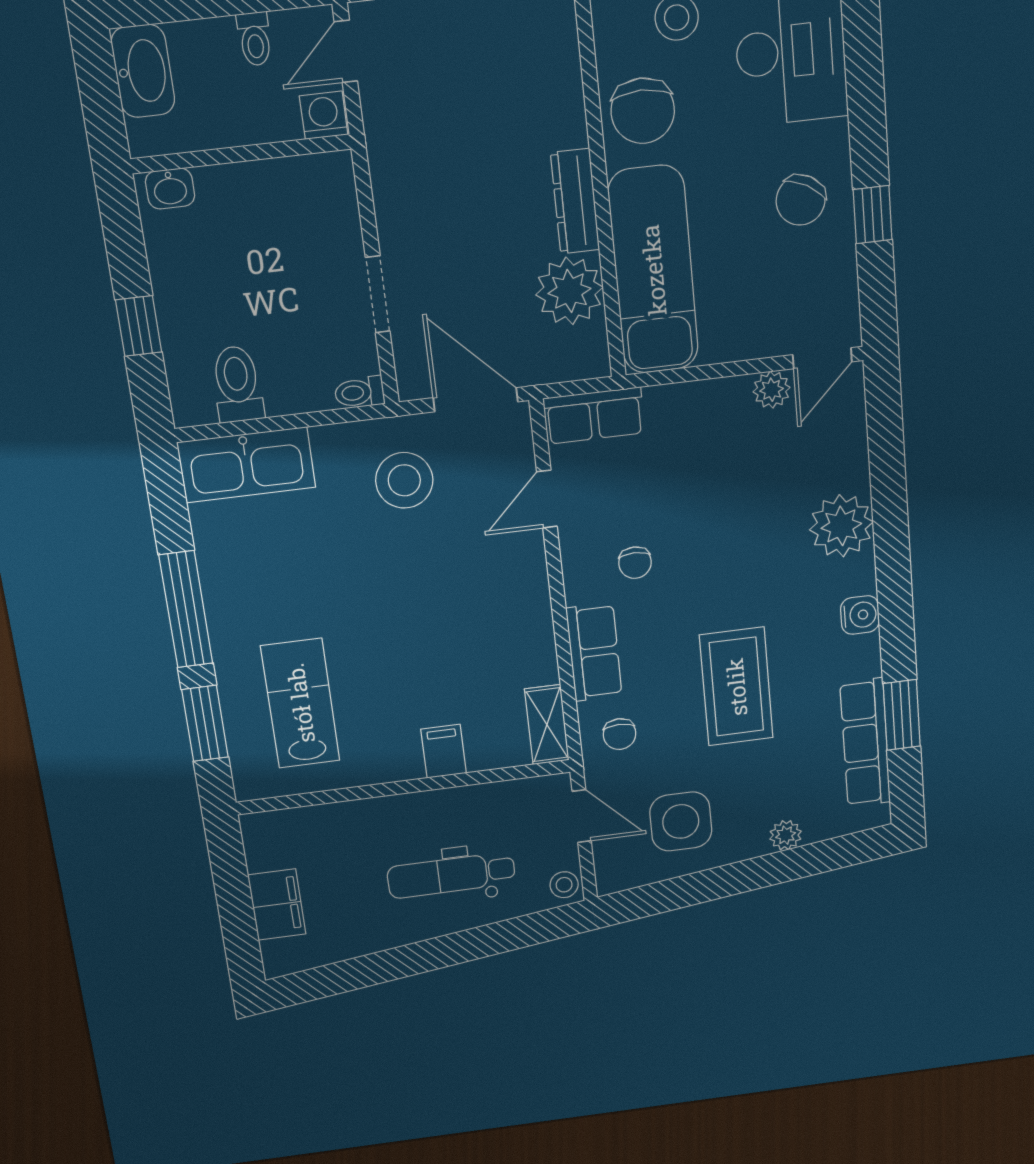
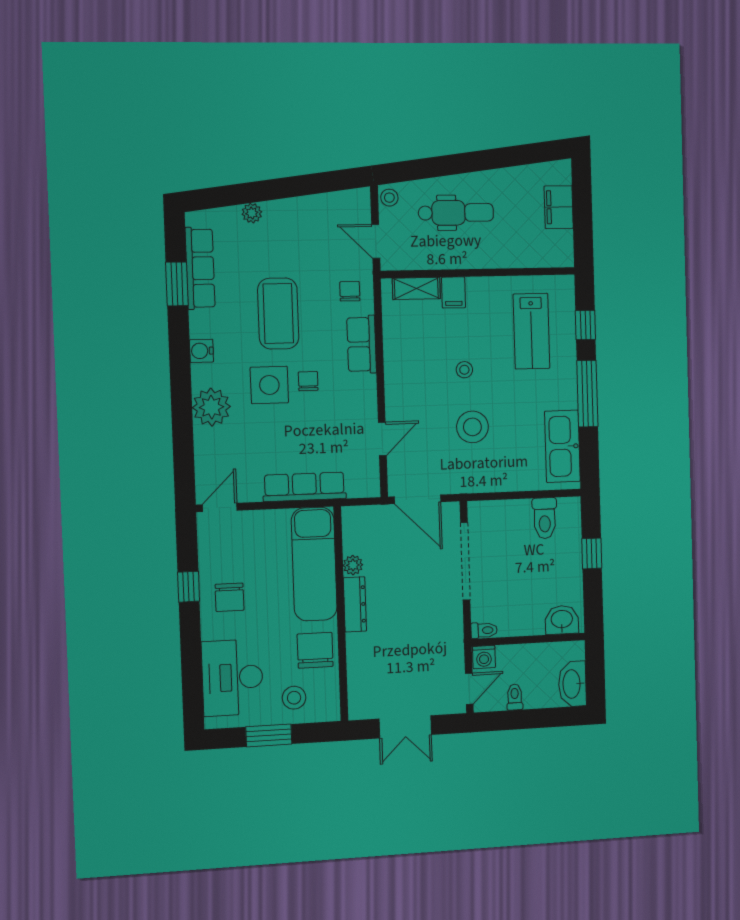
washbasin: (170, 189) -> (562, 620), width x1.38, depth x1.45
chair: (801, 200) -> (230, 597), turned 151
plant: (569, 291) -> (353, 565), width x0.53, depth x0.53
doorway: (378, 294) -> (465, 561), width x1.88
plant: (772, 390) -> (250, 492), removed
toilet: (359, 392) -> (484, 630), moved
row of seats: (594, 416) -> (304, 487), moved, width x1.48
kitchen sink: (246, 465) -> (562, 446), moved, turned -90
stool: (404, 480) -> (472, 427), moved
chair: (635, 563) -> (308, 381), moved
stool: (412, 628) -> (464, 370), added
window: (205, 723) -> (585, 325), width x0.67
shelving: (547, 725) -> (416, 288), moved, turned 90
side table: (681, 822) -> (269, 385), moved

